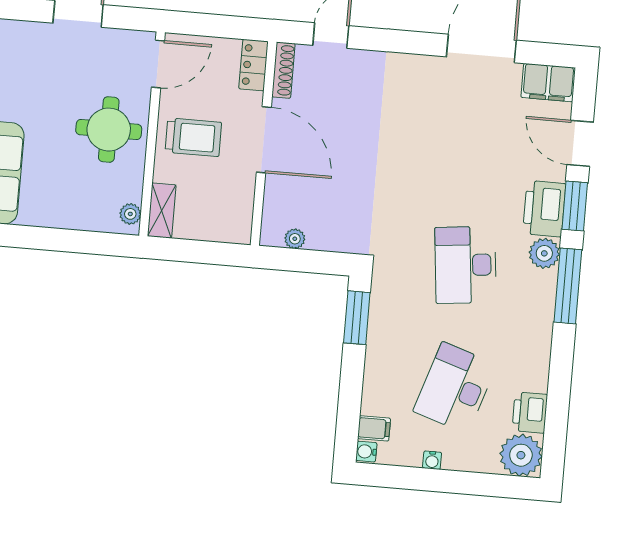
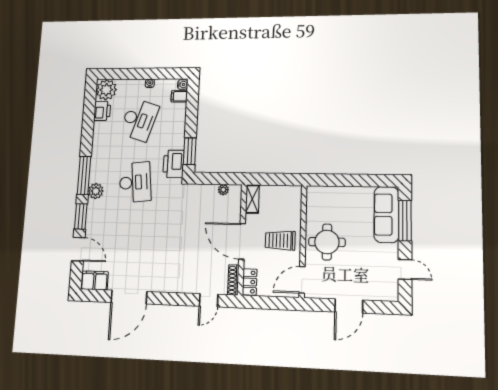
printer: (544, 209) -> (173, 164), moved, turned 180
shelving: (162, 211) -> (252, 199), moved
plant: (130, 214) -> (312, 197), removed

